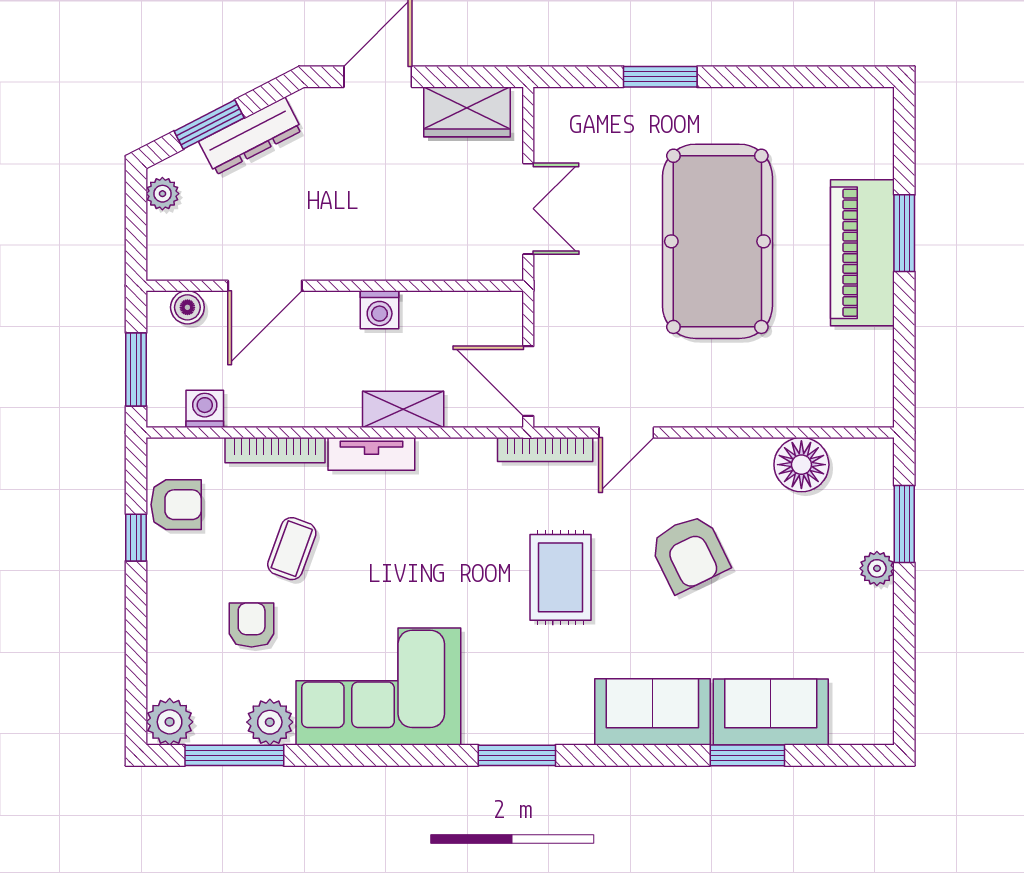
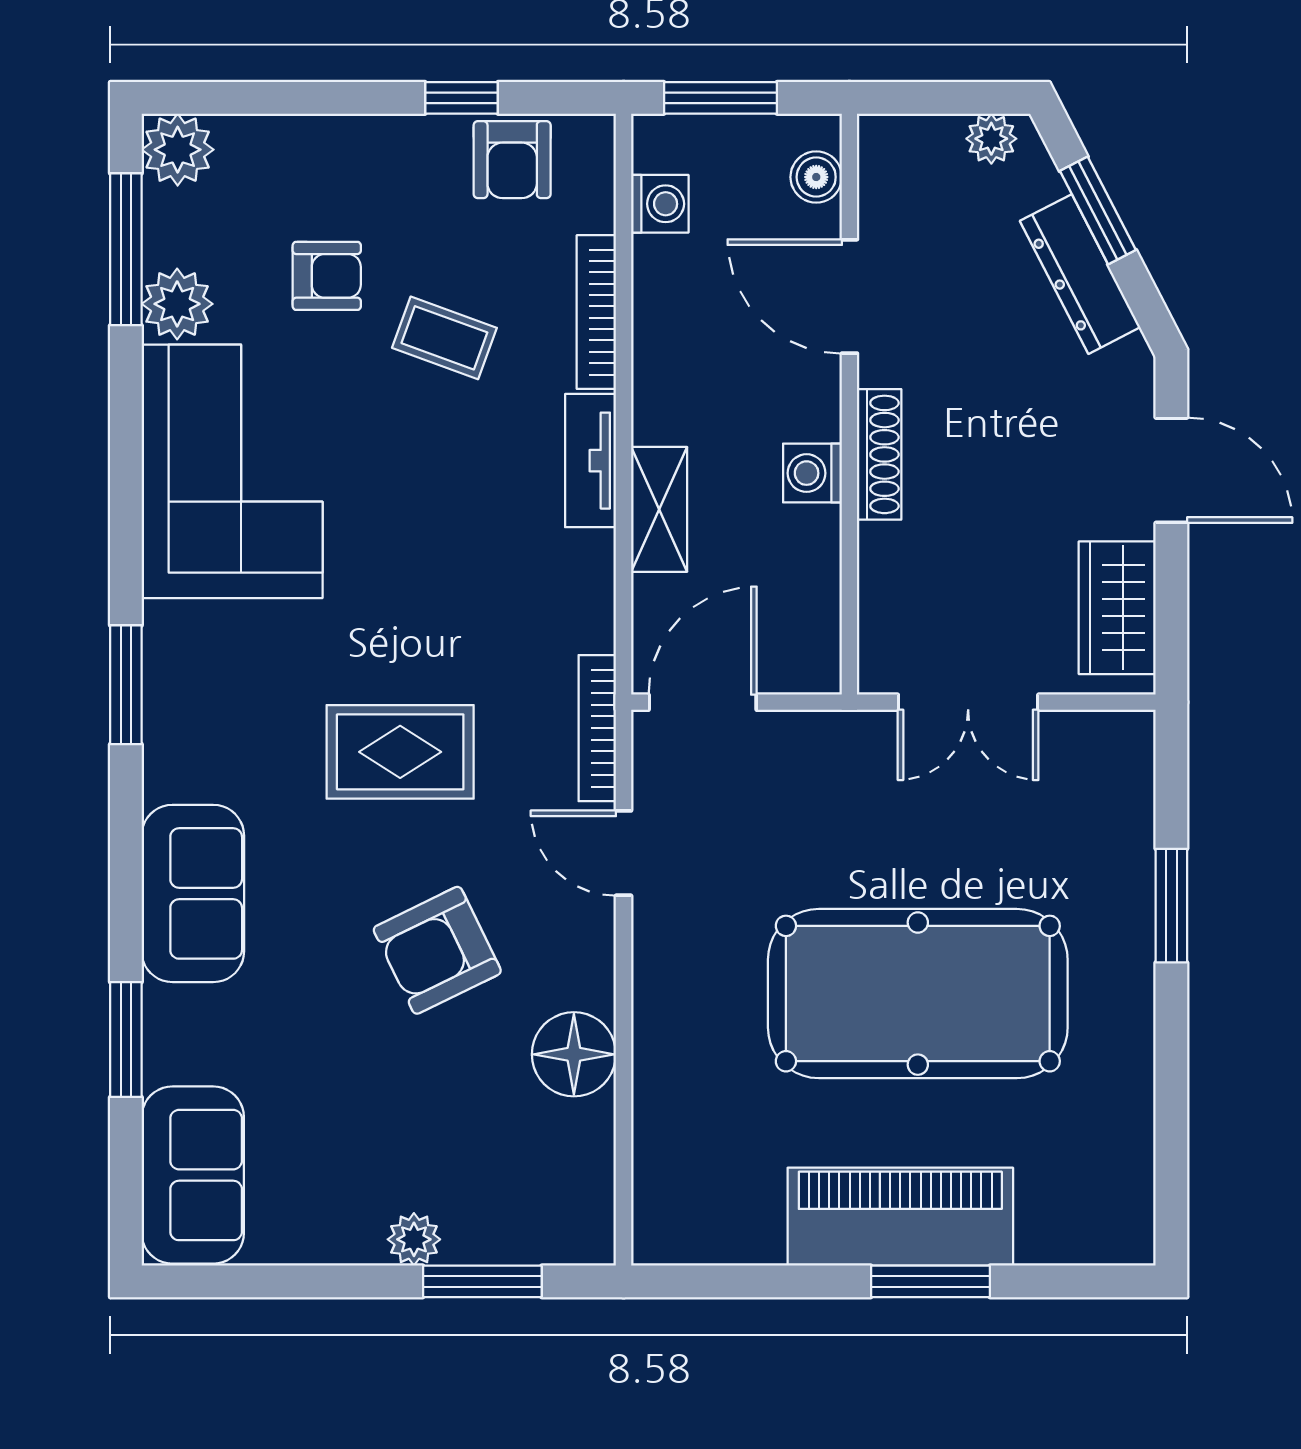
shoe rack: (367, 266) -> (879, 454), added
floor lamp: (801, 465) -> (574, 1054), moved
sofa: (771, 712) -> (193, 1175), moved

